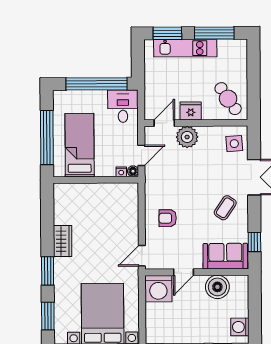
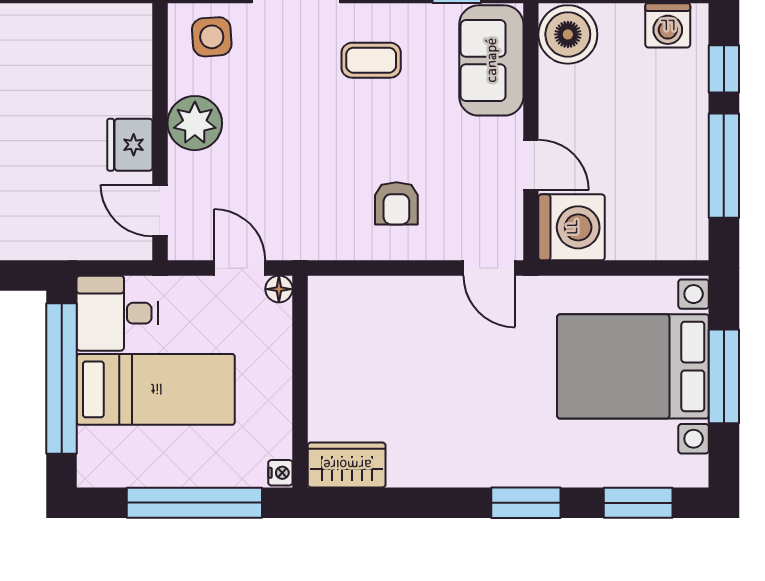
cafe table: (228, 99) -> (100, 52), removed
plant: (187, 137) -> (195, 123), moved
bed: (80, 145) -> (156, 389), moved, turned 180
nightstand: (121, 172) -> (280, 473), moved
coffee table: (225, 208) -> (371, 60), turned -34
wardrobe: (63, 241) -> (347, 465), moved
boiler: (217, 287) -> (568, 34), moved

